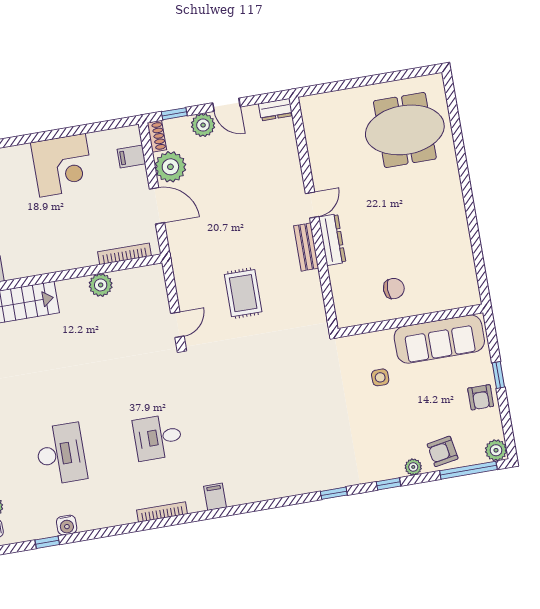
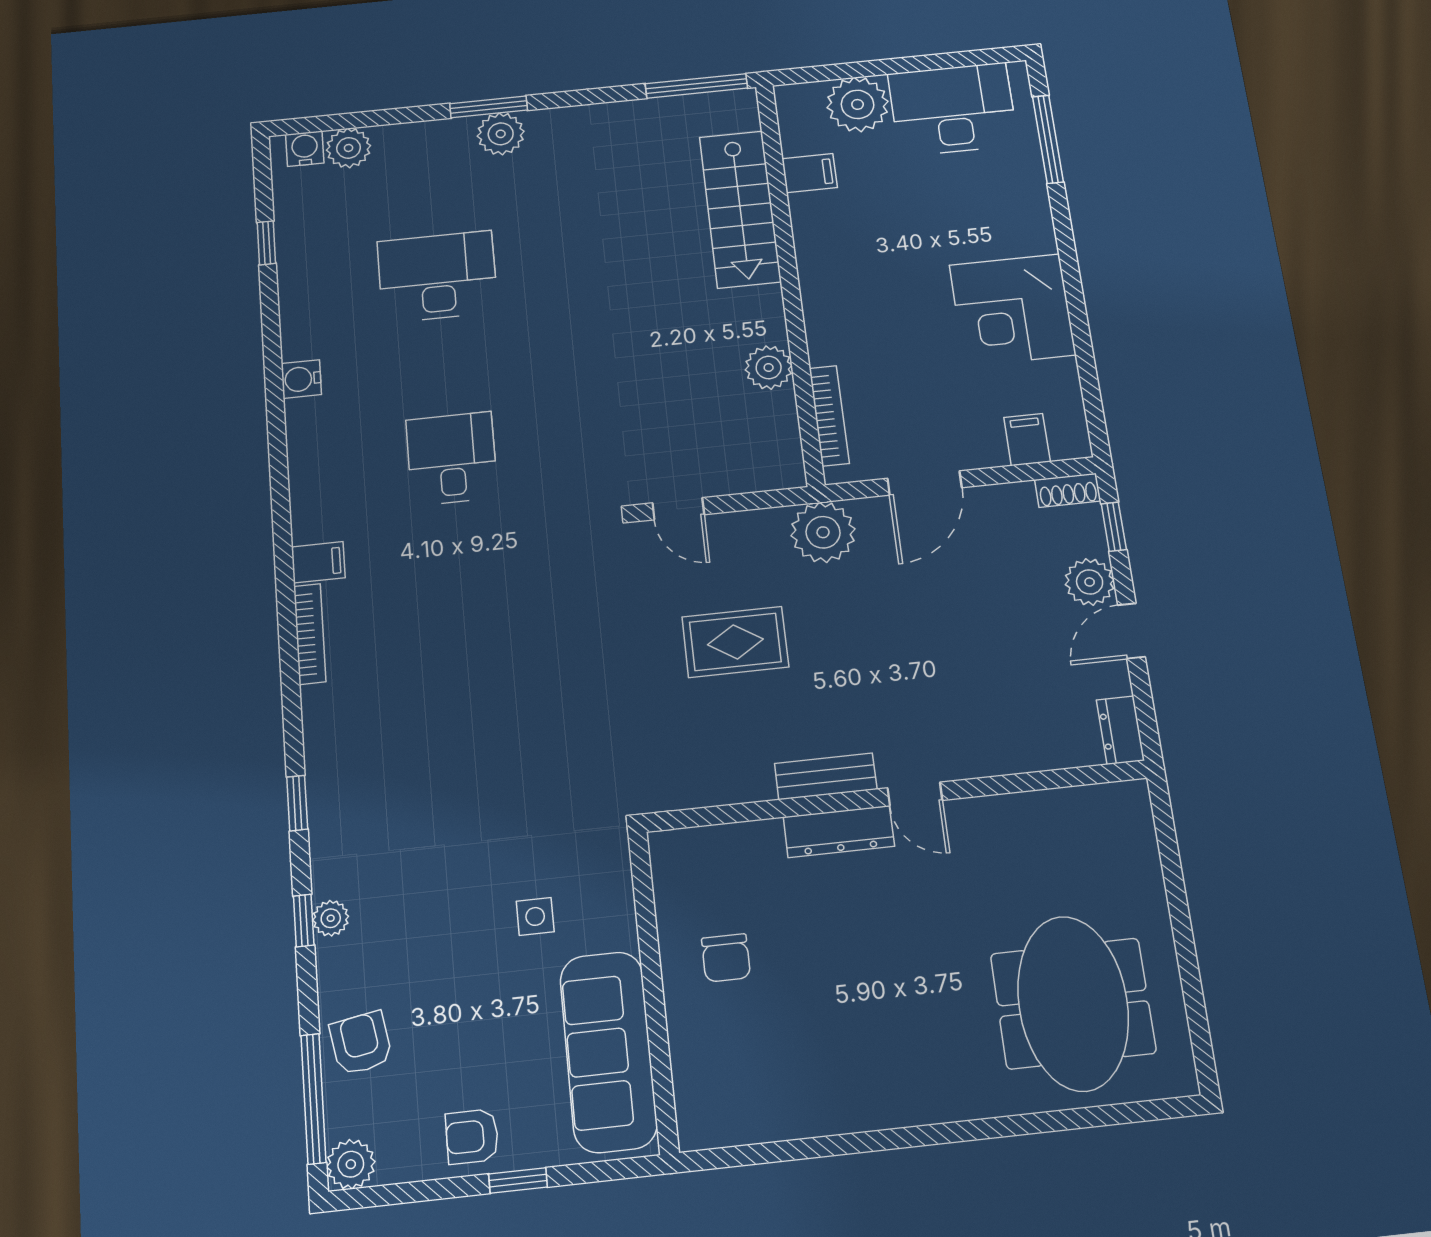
plant: (170, 167) -> (823, 532), moved
desk: (61, 454) -> (437, 277), turned 180
plant: (413, 467) -> (331, 918), moved
bookcase: (162, 512) -> (310, 634), moved
water cooler: (67, 525) -> (301, 379), moved

